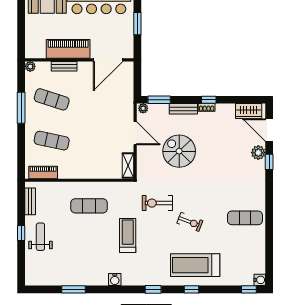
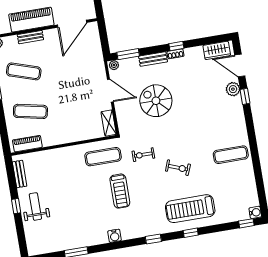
exercise bike: (157, 203) -> (143, 155), width x0.73, depth x0.72
exercise mat: (89, 206) -> (103, 157), moved
treadmill: (128, 236) -> (120, 191), turned 180

